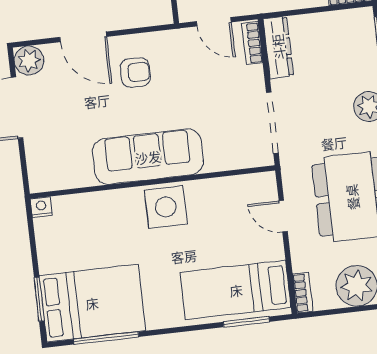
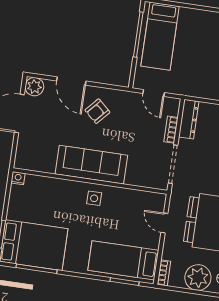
bookcase: (252, 43) -> (171, 130), moved
armchair: (135, 72) -> (97, 111), turned 132
side table: (166, 207) -> (94, 198), width x0.54, depth x0.54

